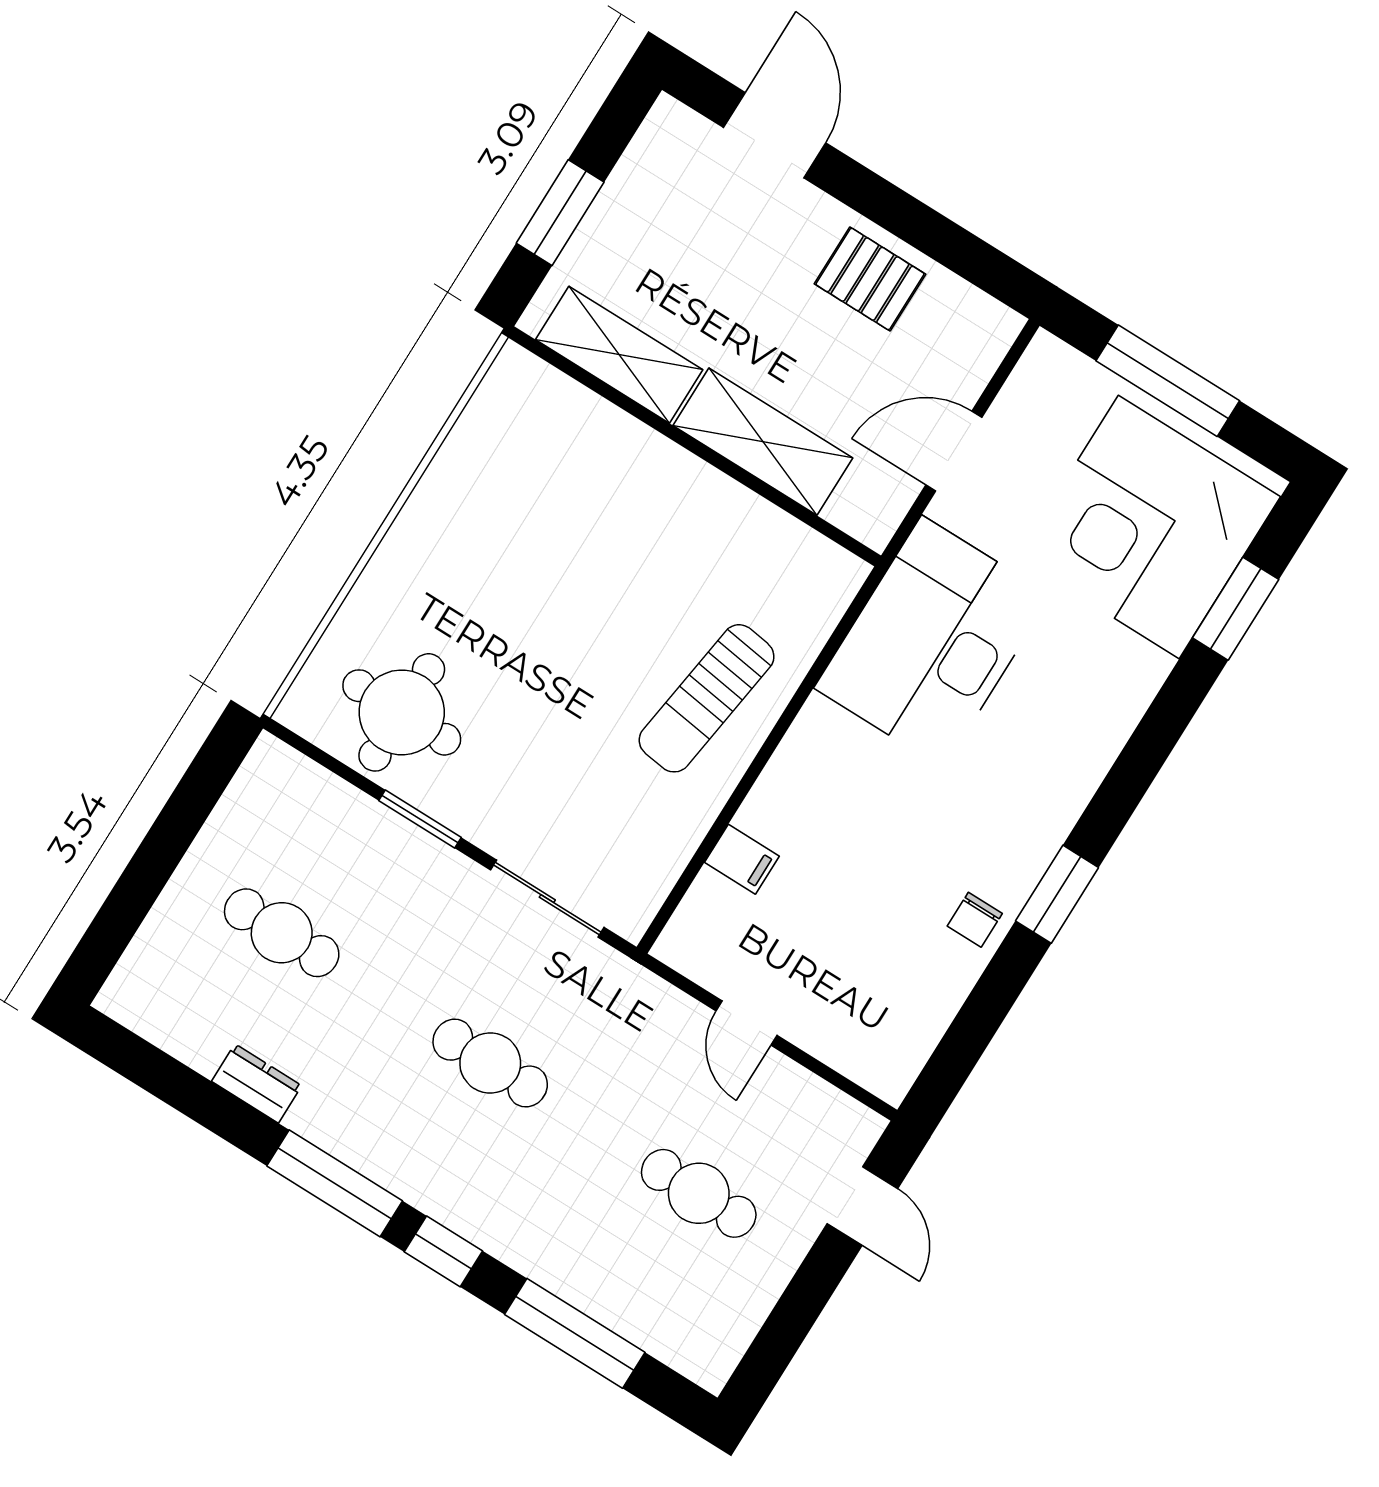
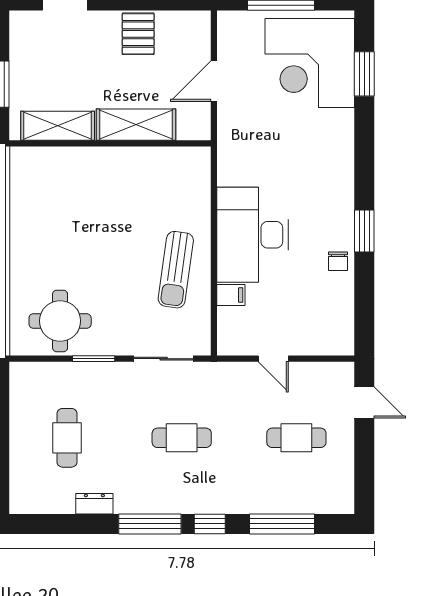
pallet: (870, 279) -> (138, 34), turned 90
desk: (932, 642) -> (253, 235), moved
sun lounger: (707, 698) -> (176, 270), moved
cafe table: (282, 933) -> (67, 438), turned 90

